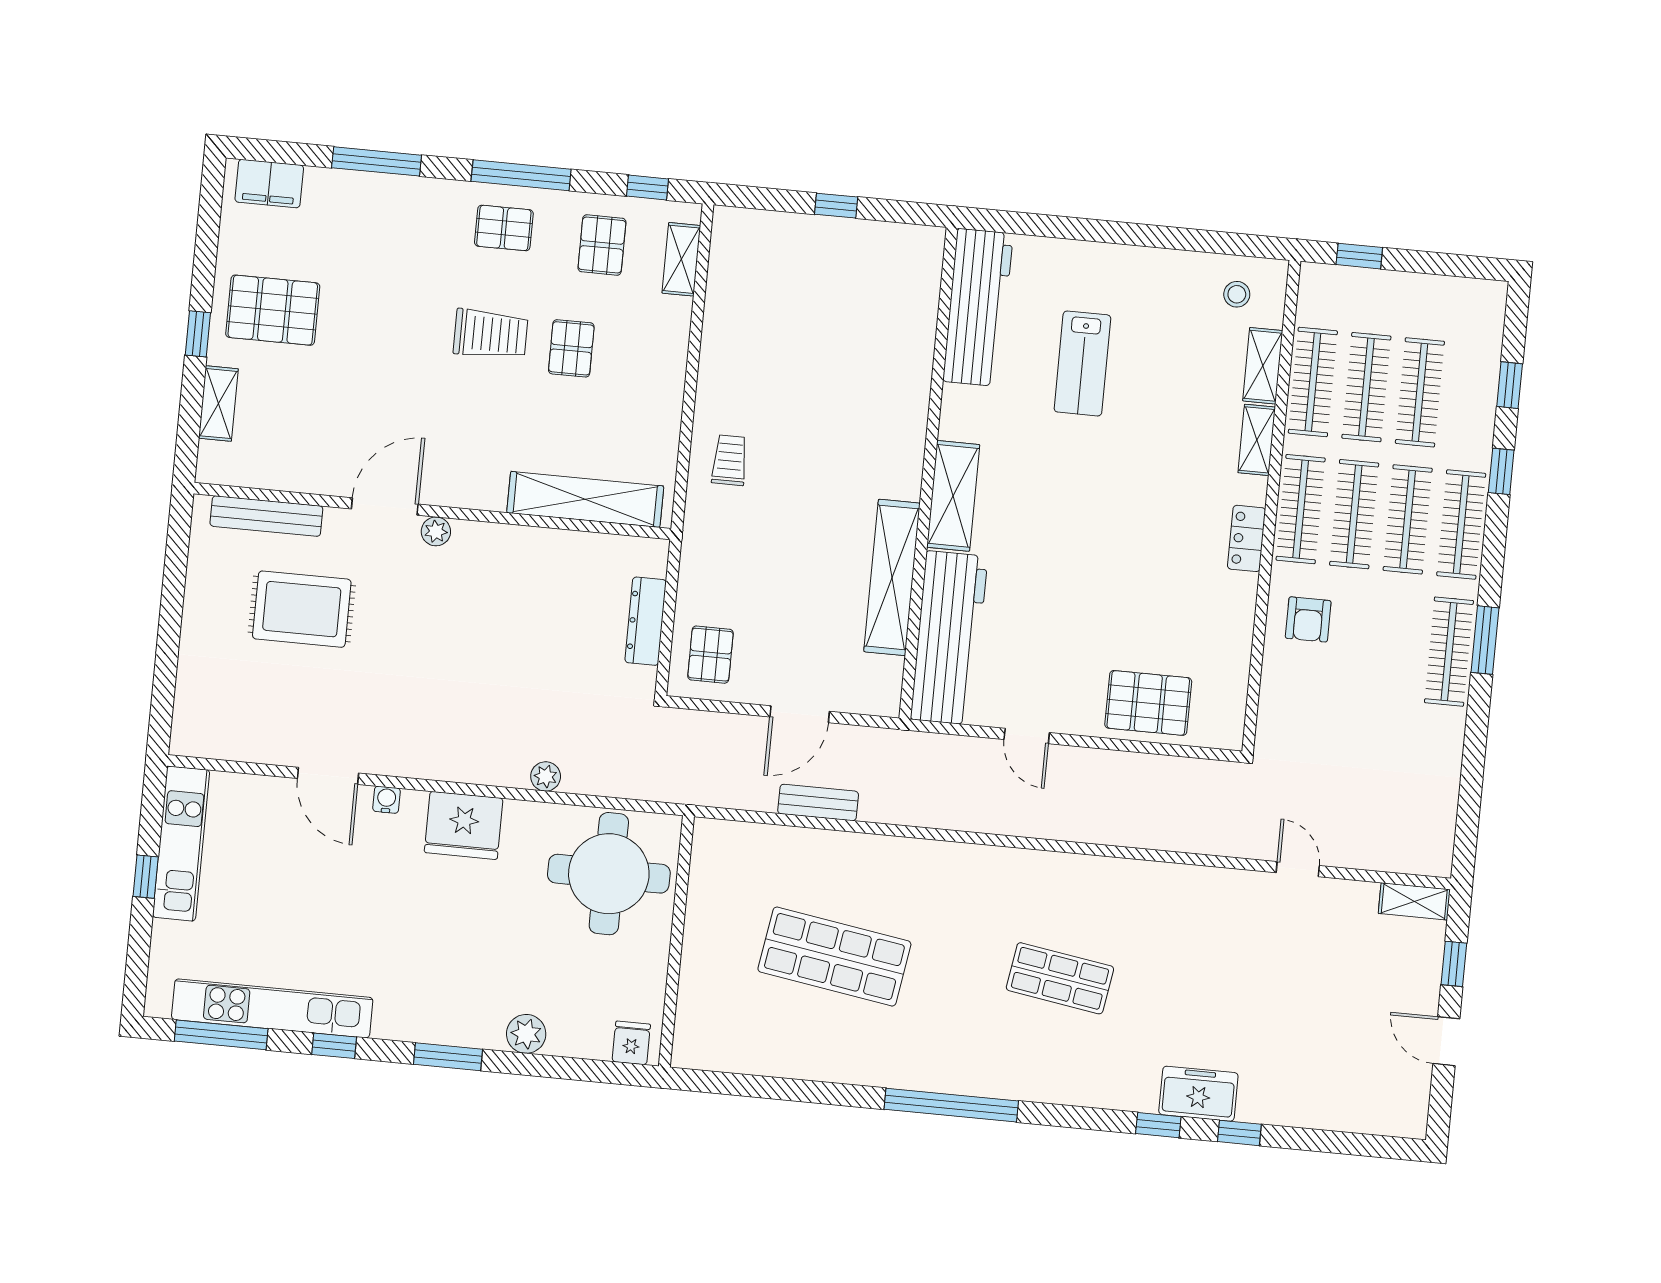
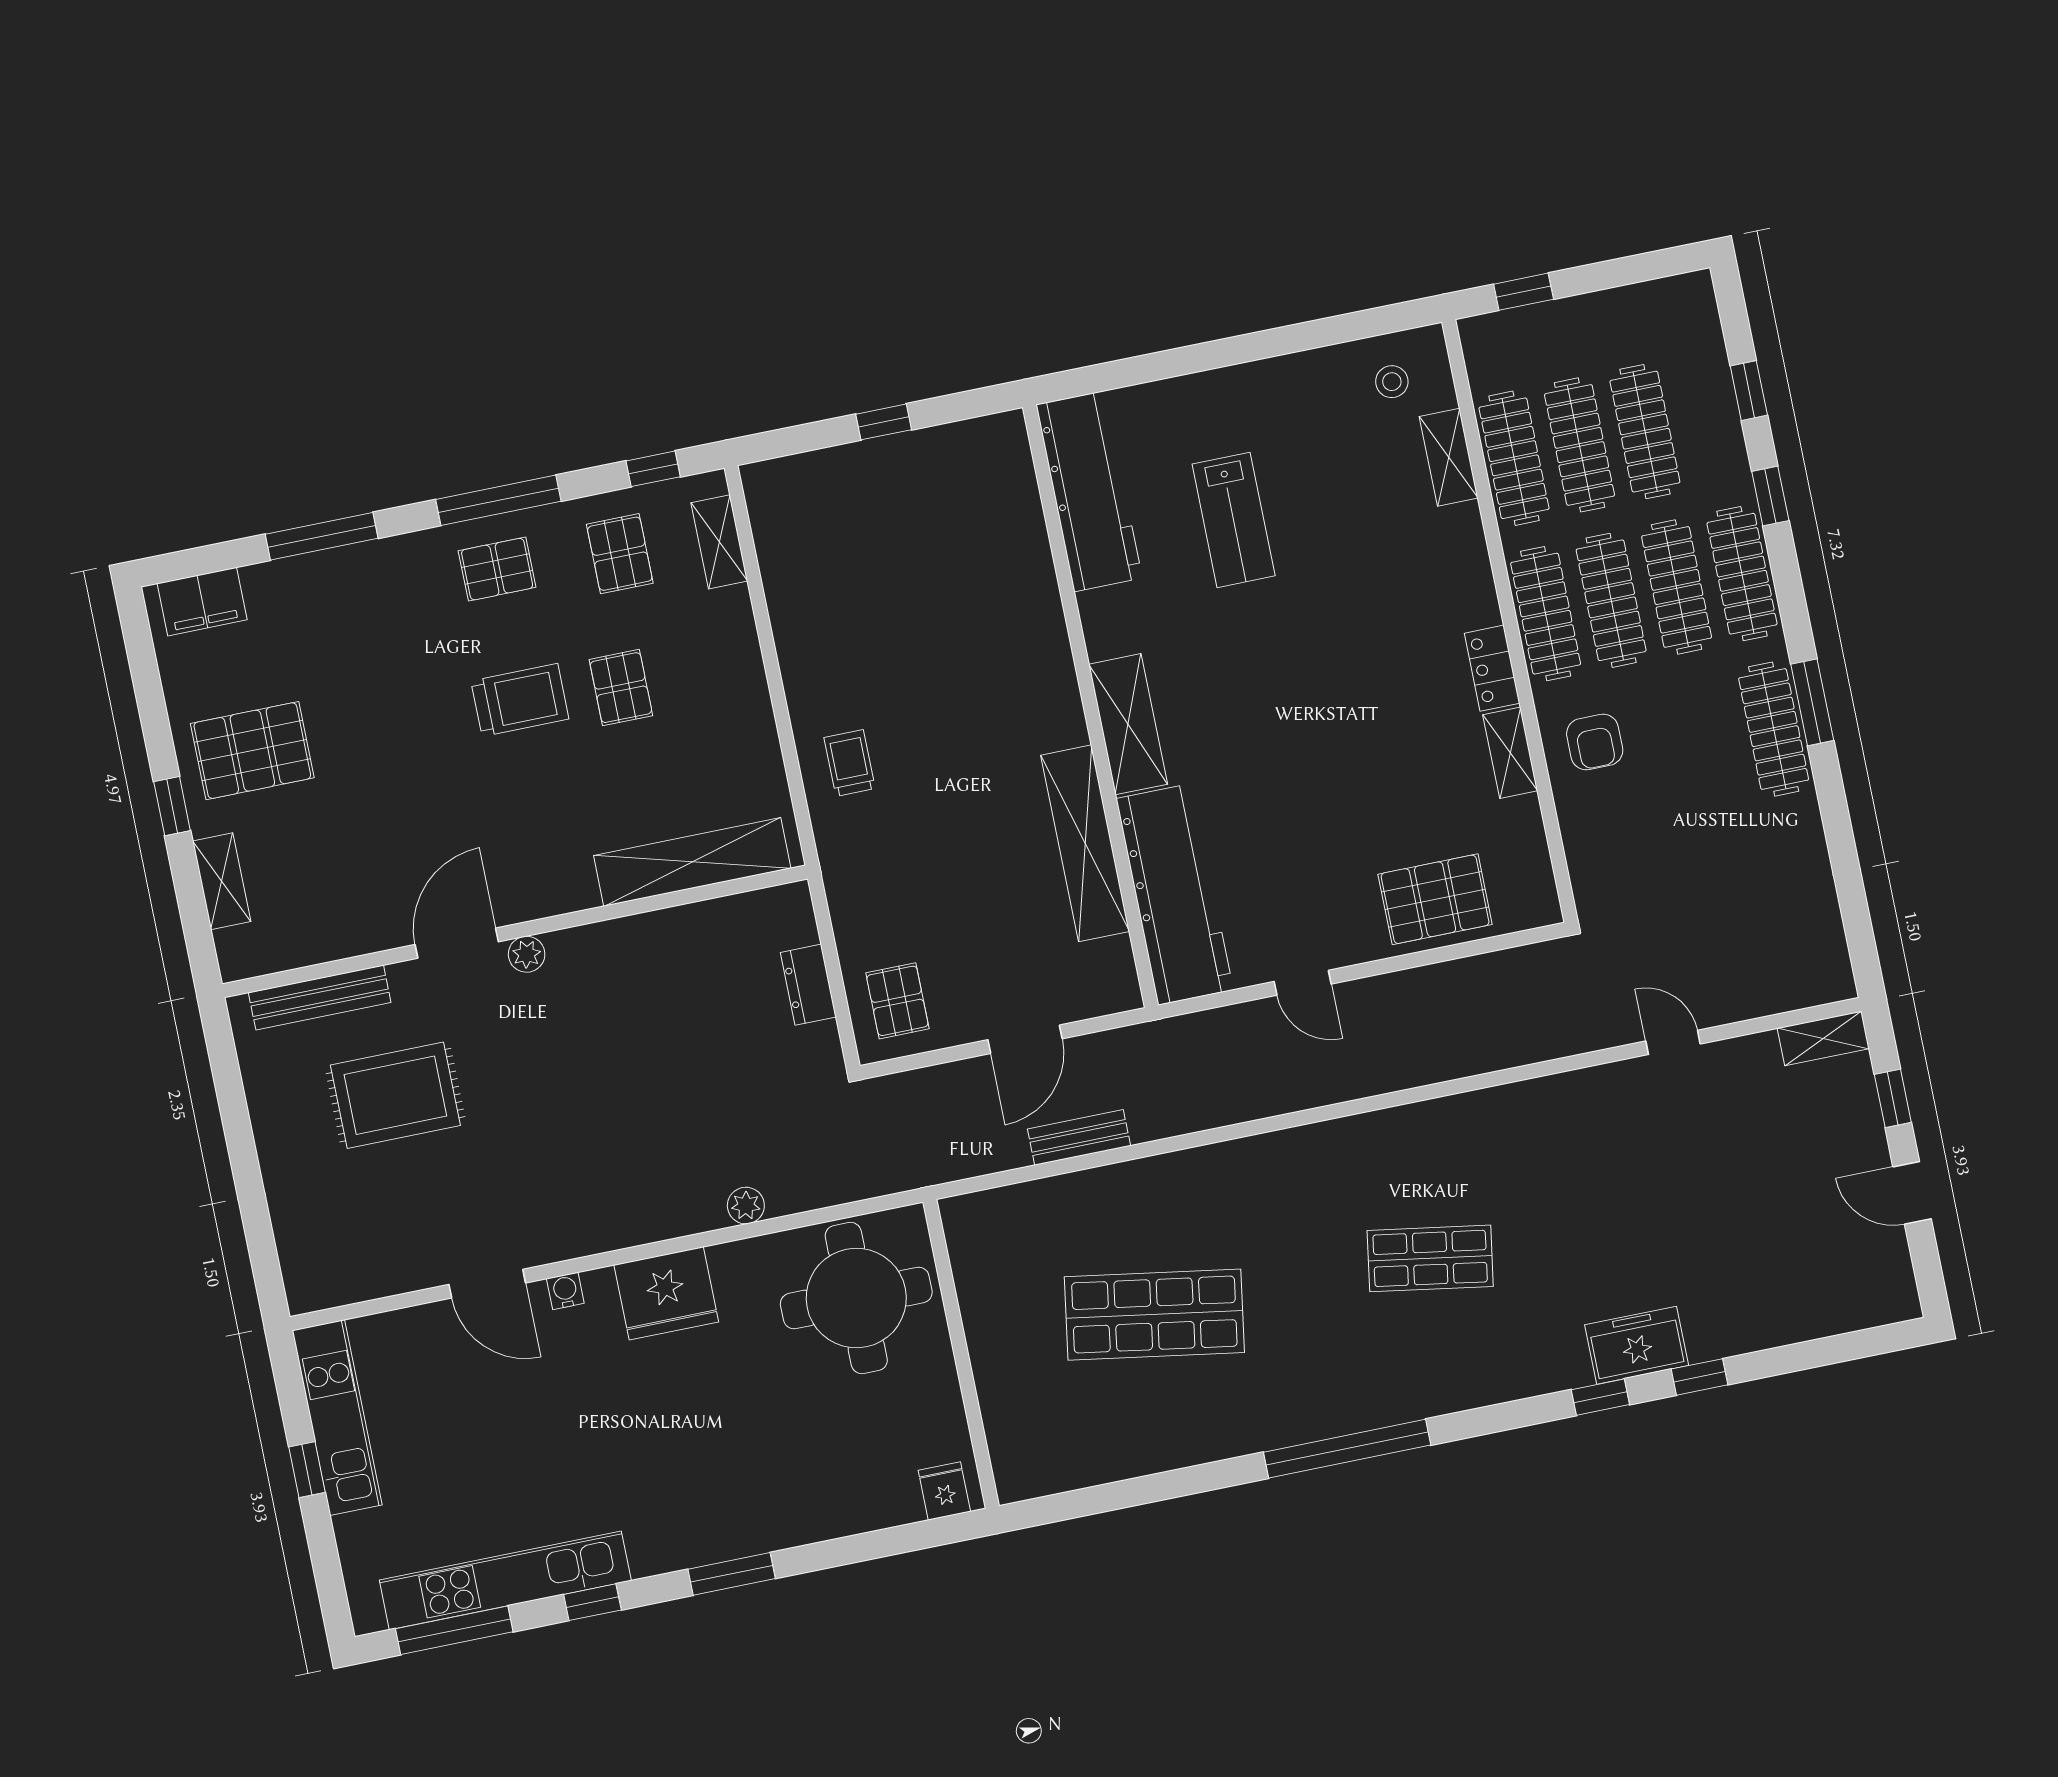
shelving: (1257, 440) -> (1510, 753), moved
dresser: (646, 621) -> (808, 985), width x0.70
plant: (526, 1034) -> (816, 1518), removed

